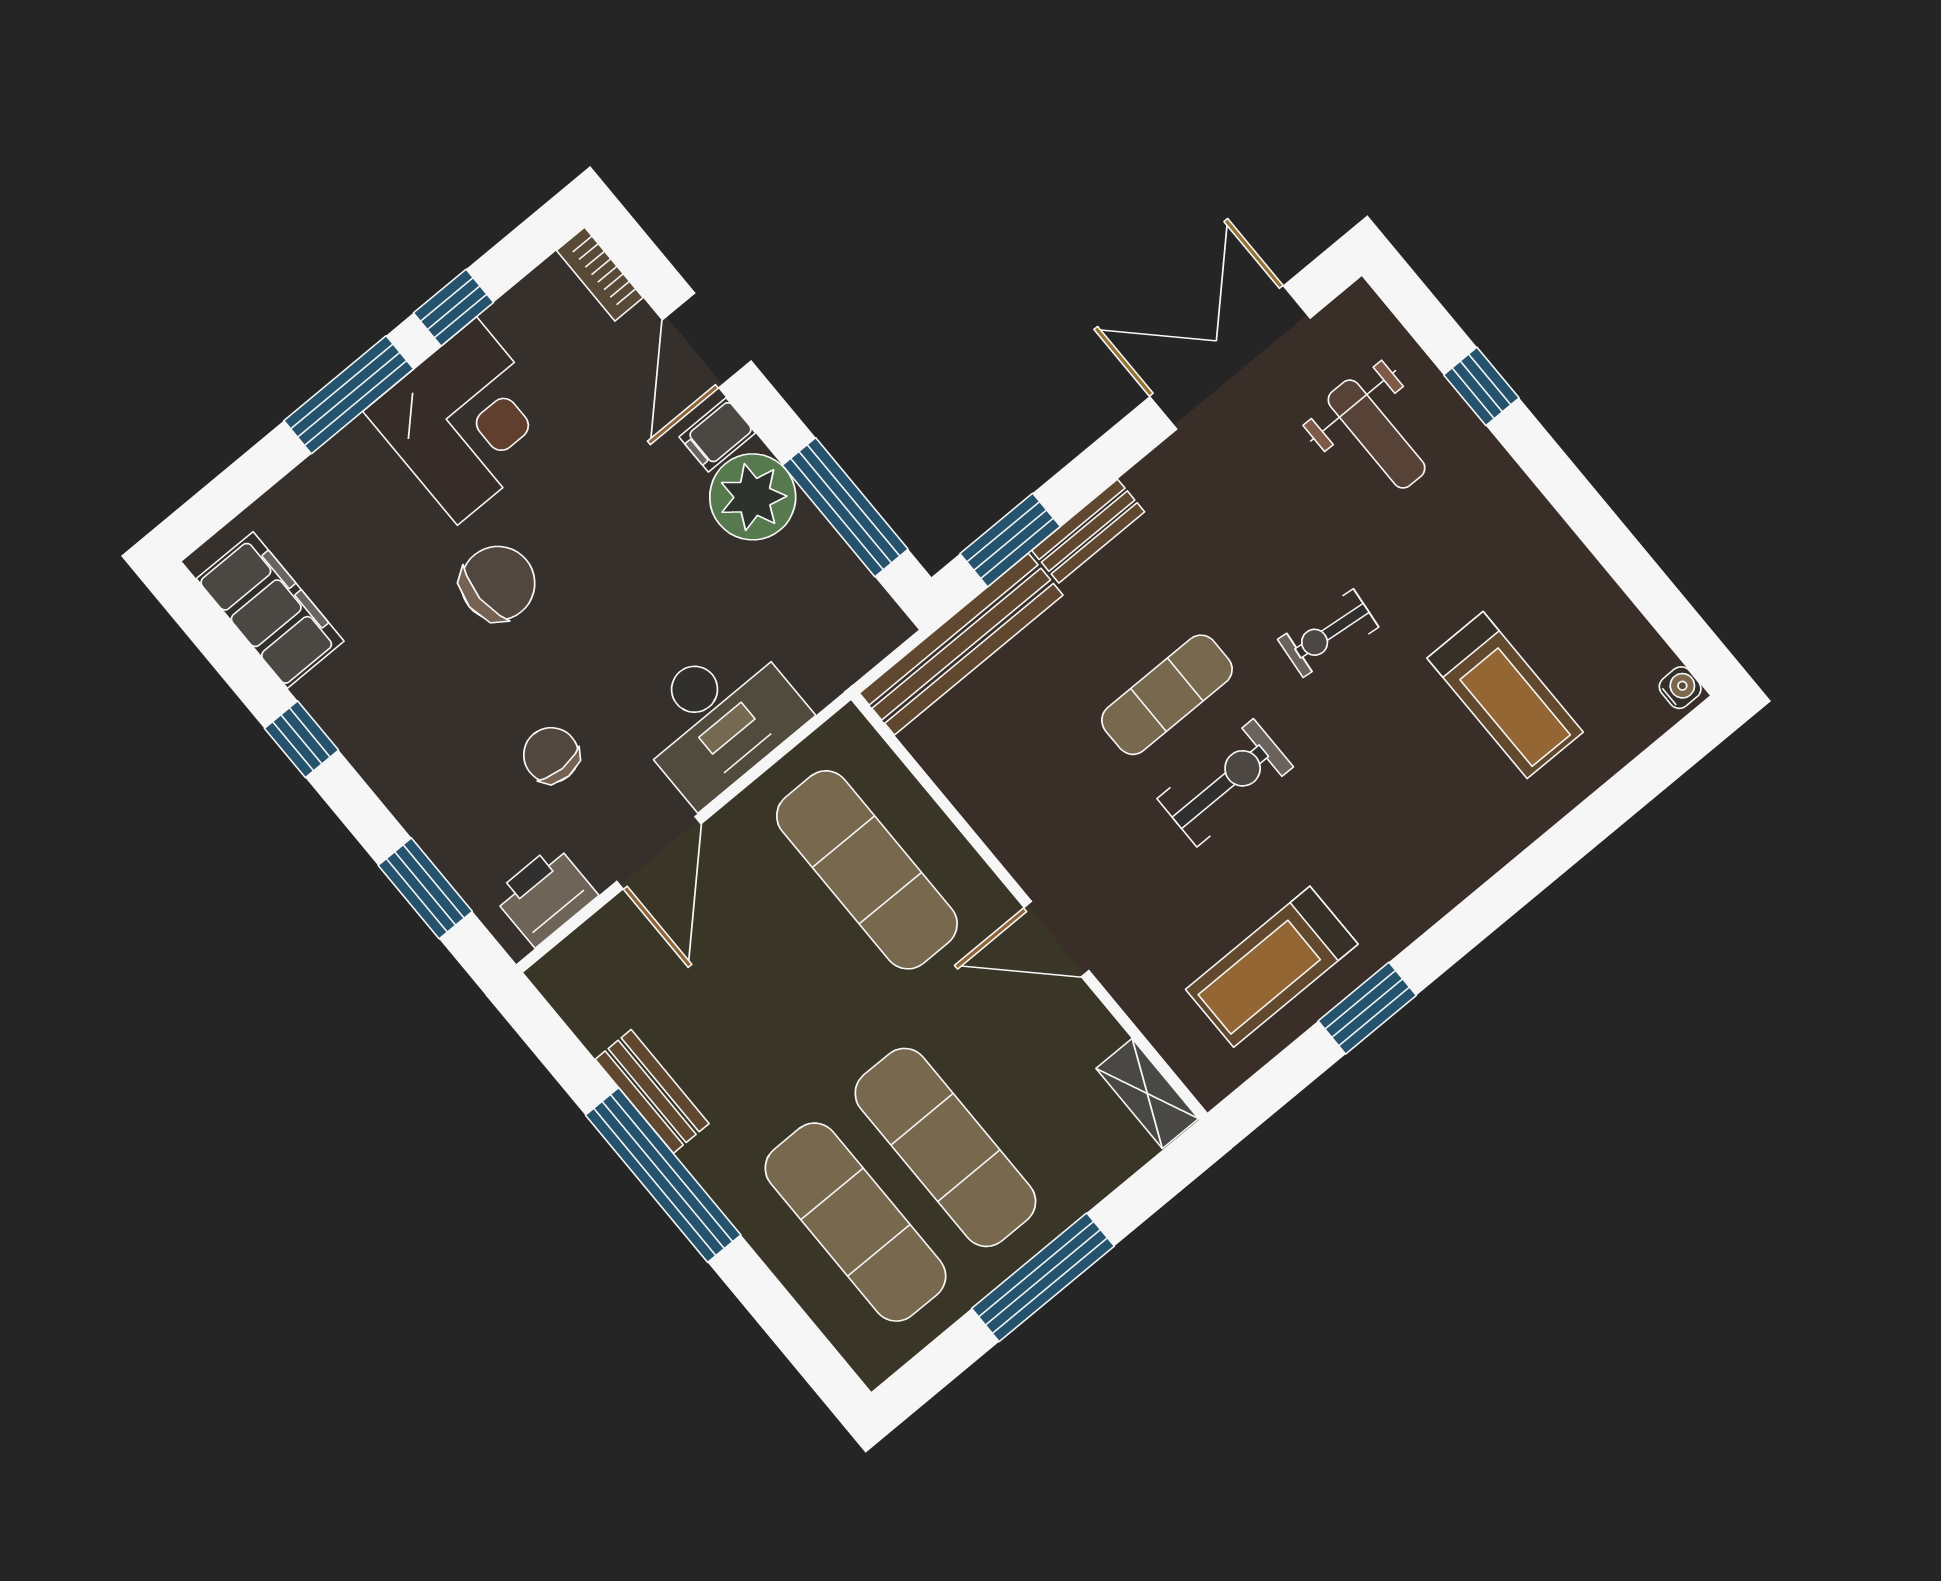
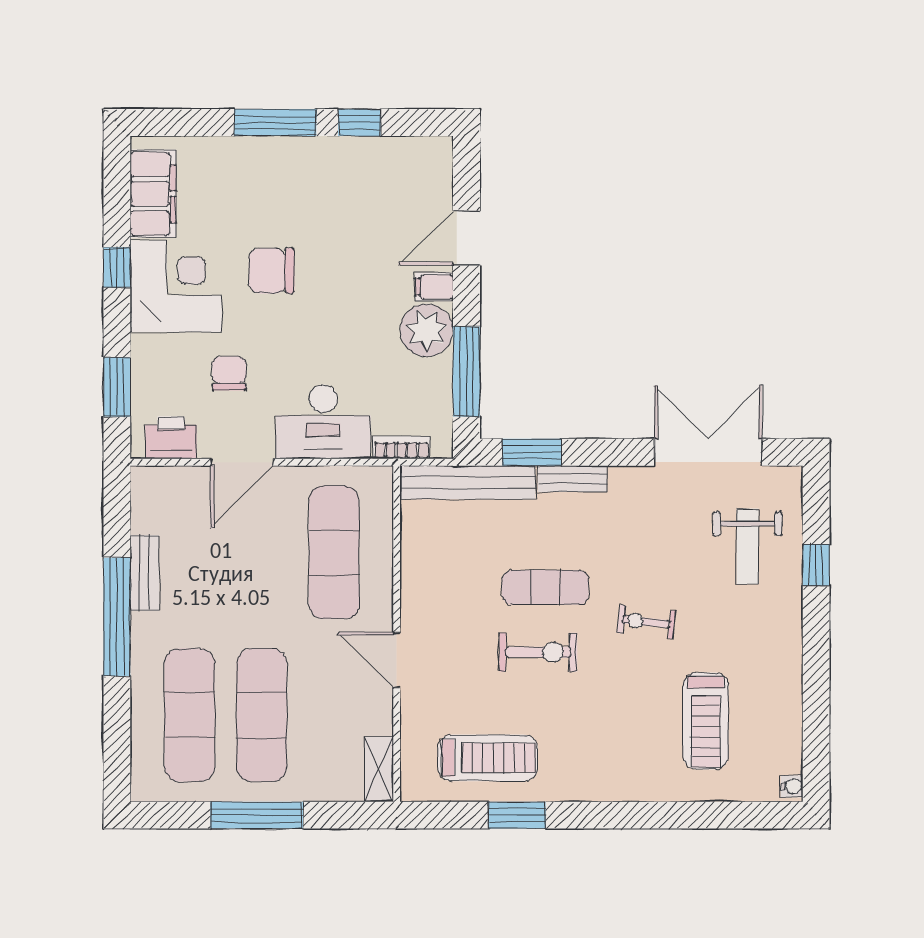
bookcase: (600, 274) -> (402, 448), moved, turned 90
corner desk: (467, 421) -> (176, 286), moved, turned -90
chair: (498, 583) -> (272, 271), turned 180
treadmill: (1272, 967) -> (488, 758), turned 180

